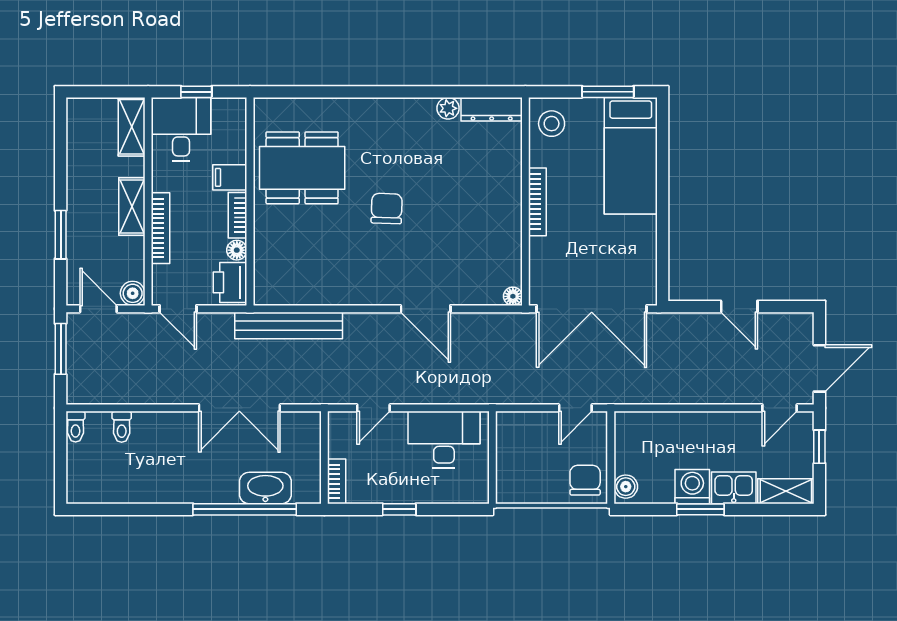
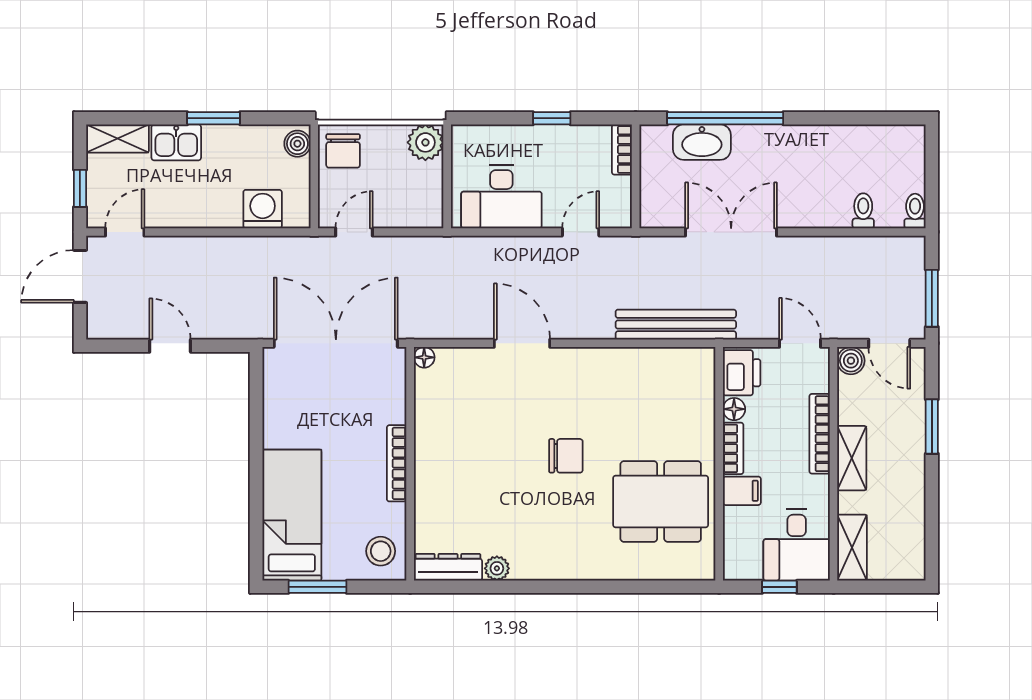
chair: (387, 208) -> (566, 456), turned -92
washing machine: (692, 487) -> (263, 209), moved, turned 180
plant: (512, 488) -> (425, 142), added

